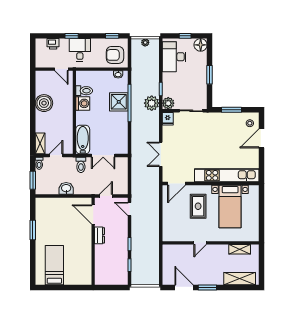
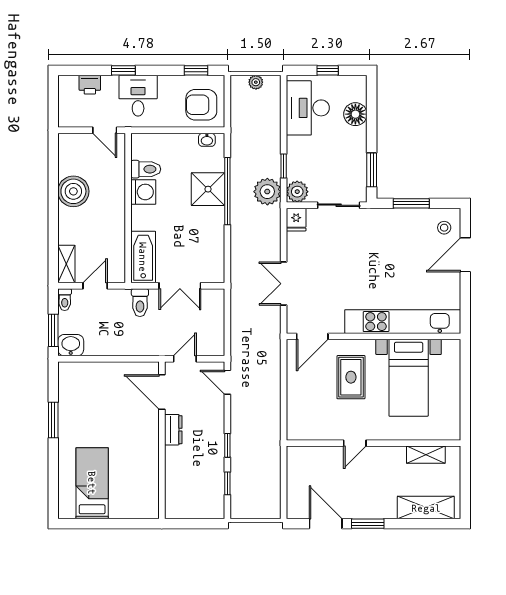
floor lamp: (201, 45) -> (355, 114), moved
window: (210, 75) -> (372, 170), moved
washbasin: (66, 188) -> (71, 345), moved

